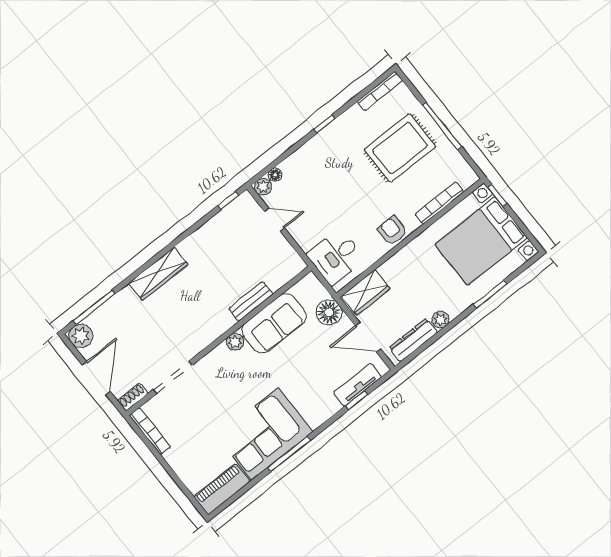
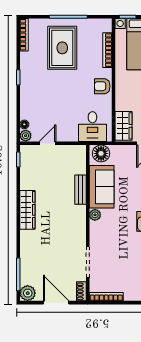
wardrobe: (158, 274) -> (27, 210), moved
floor lamp: (329, 312) -> (101, 153), moved

